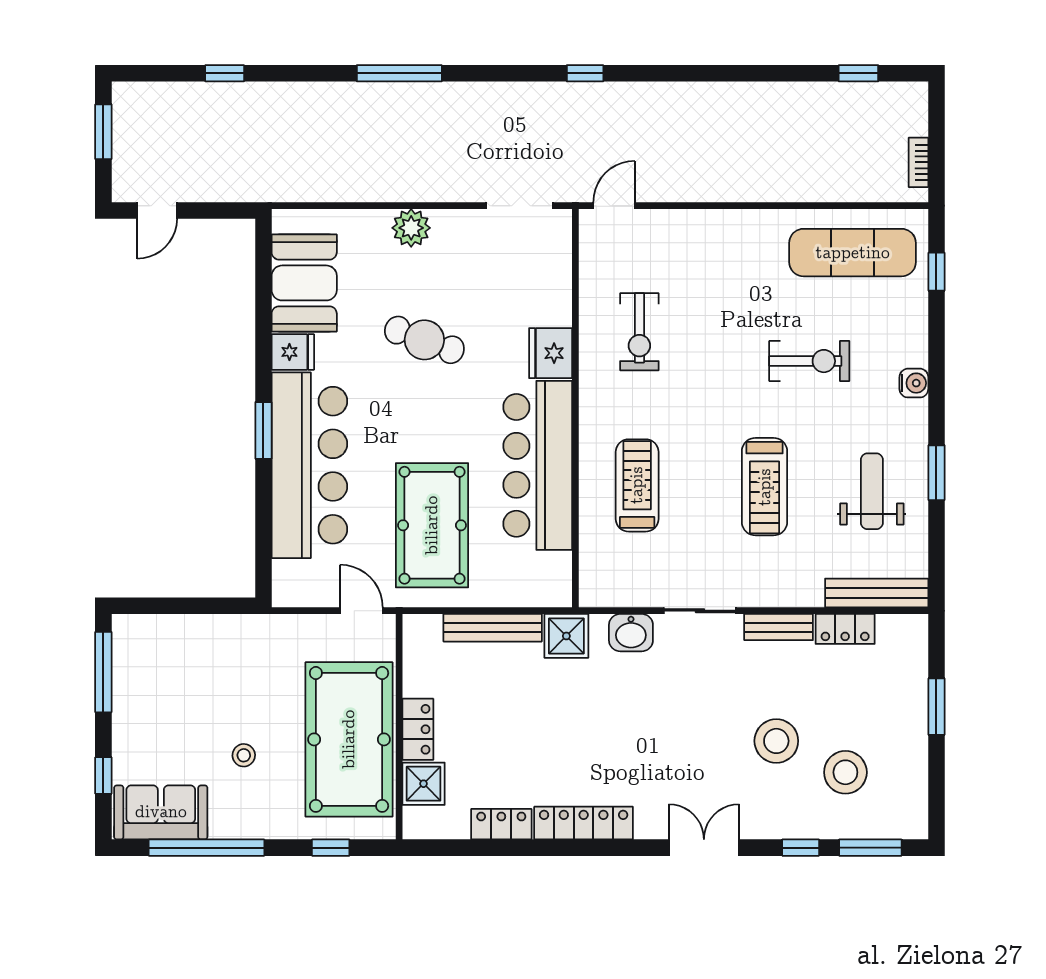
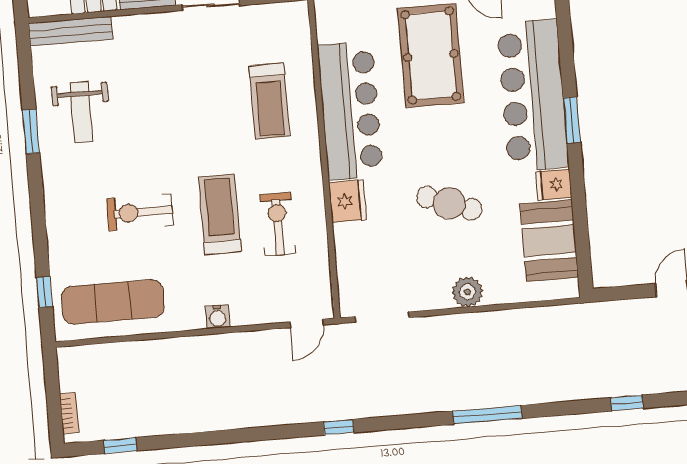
bookcase: (918, 162) -> (69, 413), moved
water cooler: (914, 383) -> (218, 317), moved, turned -90
treadmill: (765, 487) -> (220, 214), moved

